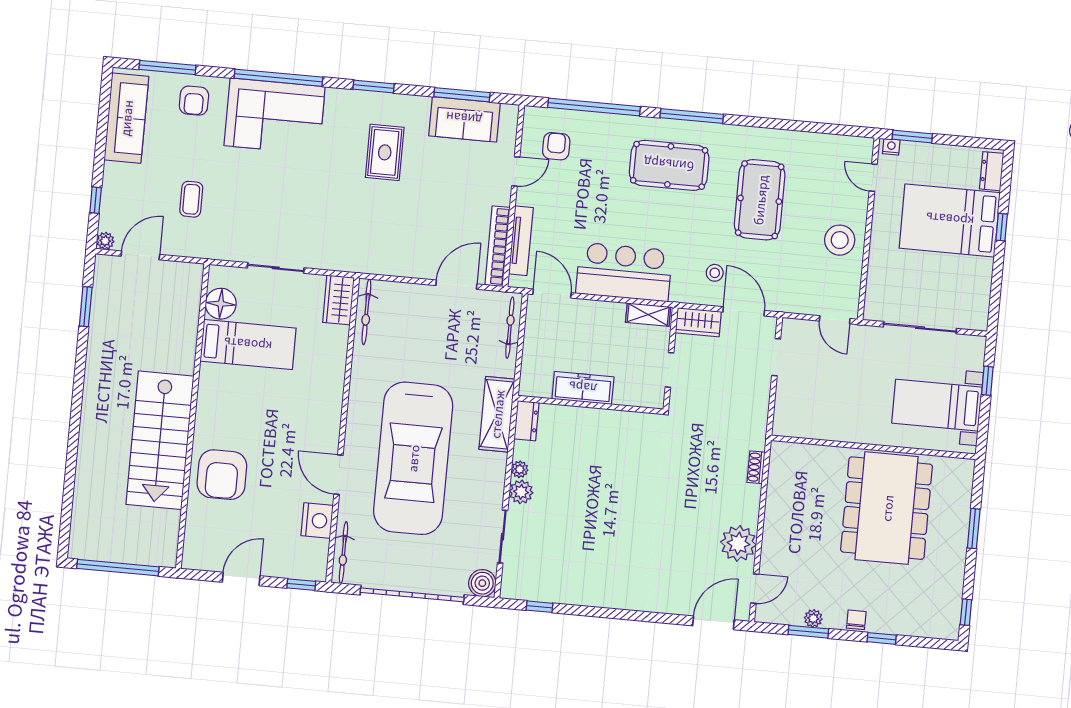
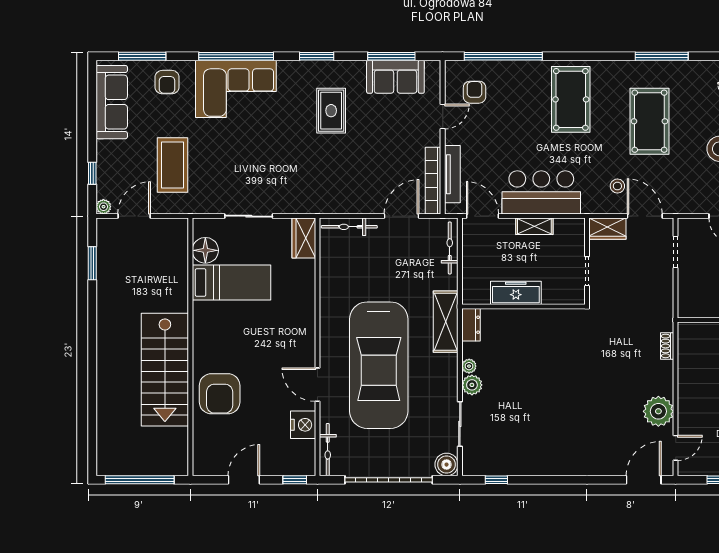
window: (692, 116) -> (662, 56), moved
pool table: (669, 165) -> (571, 99), turned 90
coffee table: (191, 199) -> (172, 165), width x1.86, depth x1.72
bicycle: (366, 312) -> (349, 227), moved, turned 90
shelving: (648, 315) -> (534, 226), moved

